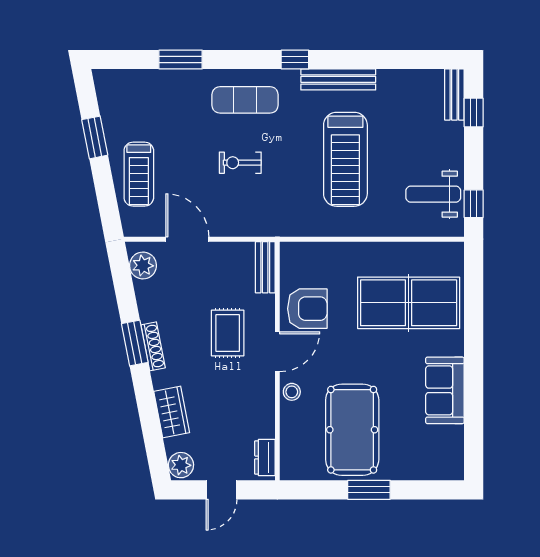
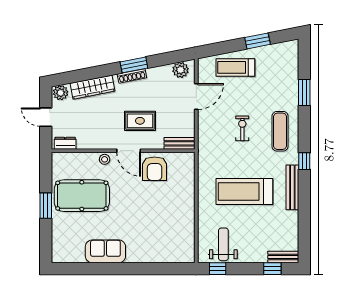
table tennis table: (409, 303) -> (158, 230), removed
wardrobe: (172, 412) -> (93, 87), width x1.50

